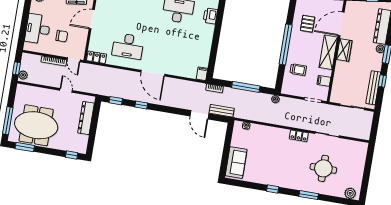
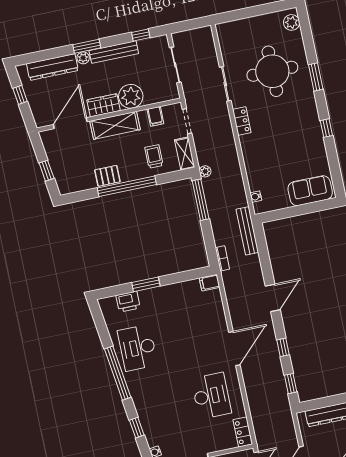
pallet: (308, 24) -> (107, 176), moved
door: (341, 24) -> (70, 123), swing flipped
window: (217, 32) -> (146, 284), added
plant: (343, 70) -> (131, 96), added
window: (382, 81) -> (141, 35), moved
window: (246, 87) -> (201, 200), moved
bench: (373, 88) -> (114, 52), moved
shelving: (292, 90) -> (185, 154), added
bench: (222, 111) -> (247, 231), width x1.36
door: (199, 115) -> (273, 298), moved
round table: (323, 168) -> (272, 71), width x1.36, depth x1.36

